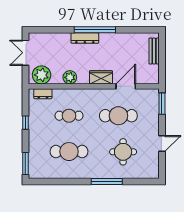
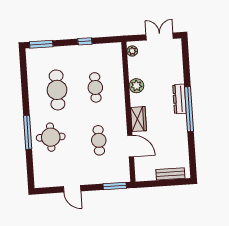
plant: (42, 75) -> (132, 51), width x0.53, depth x0.53
dresser: (43, 94) -> (117, 58), removed
cafe table: (118, 116) -> (99, 140), width x0.73, depth x0.74
round table: (123, 152) -> (51, 137), moved

